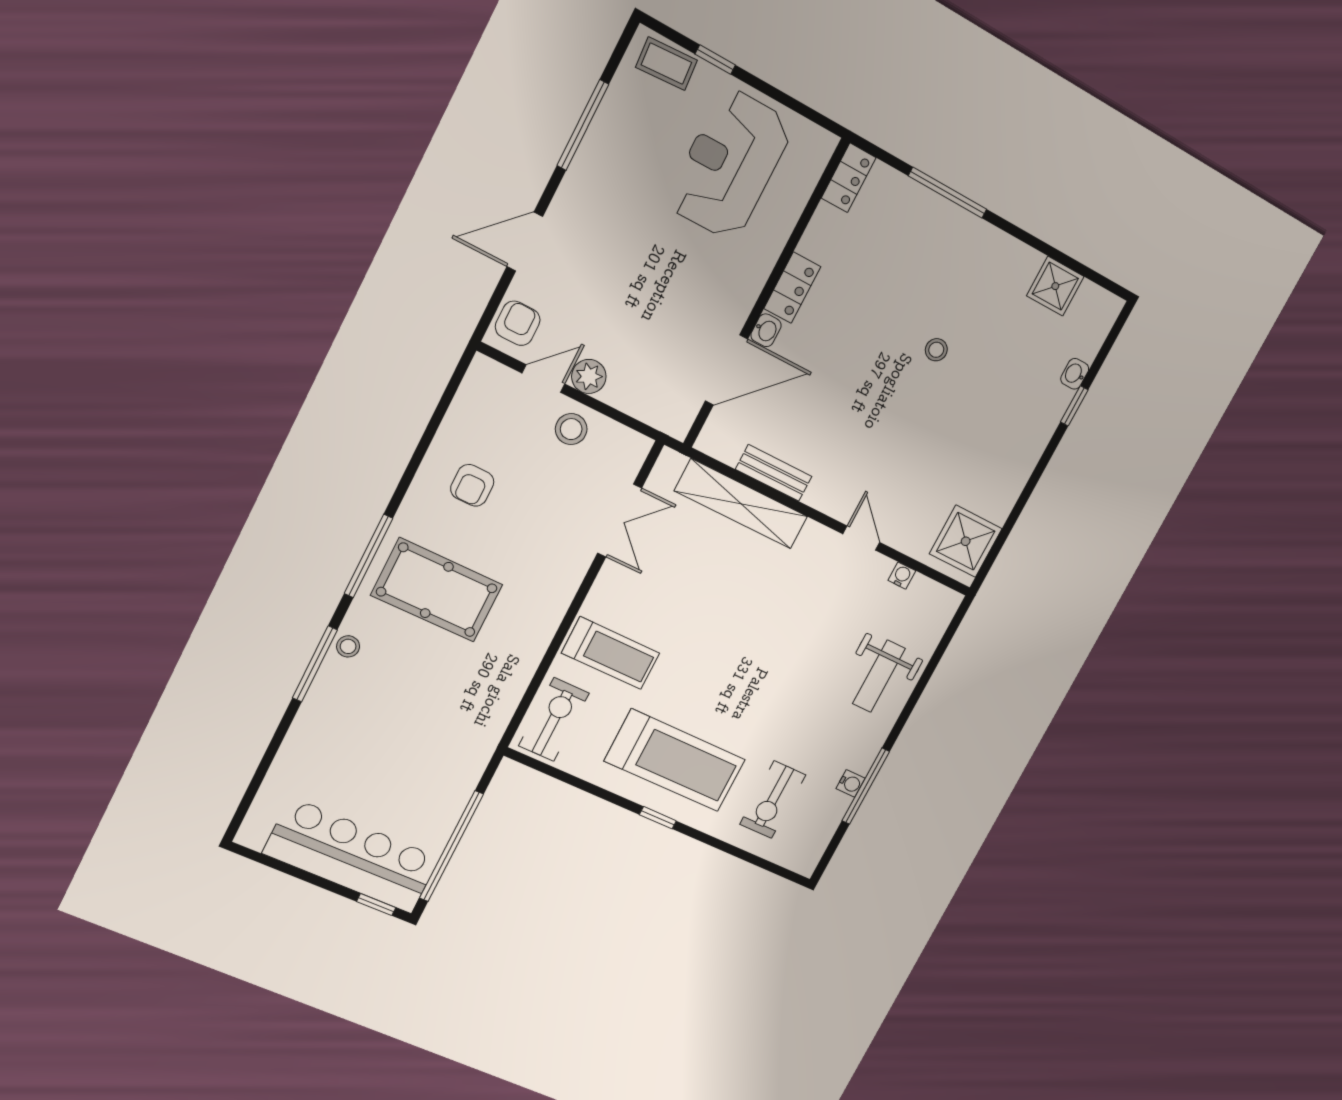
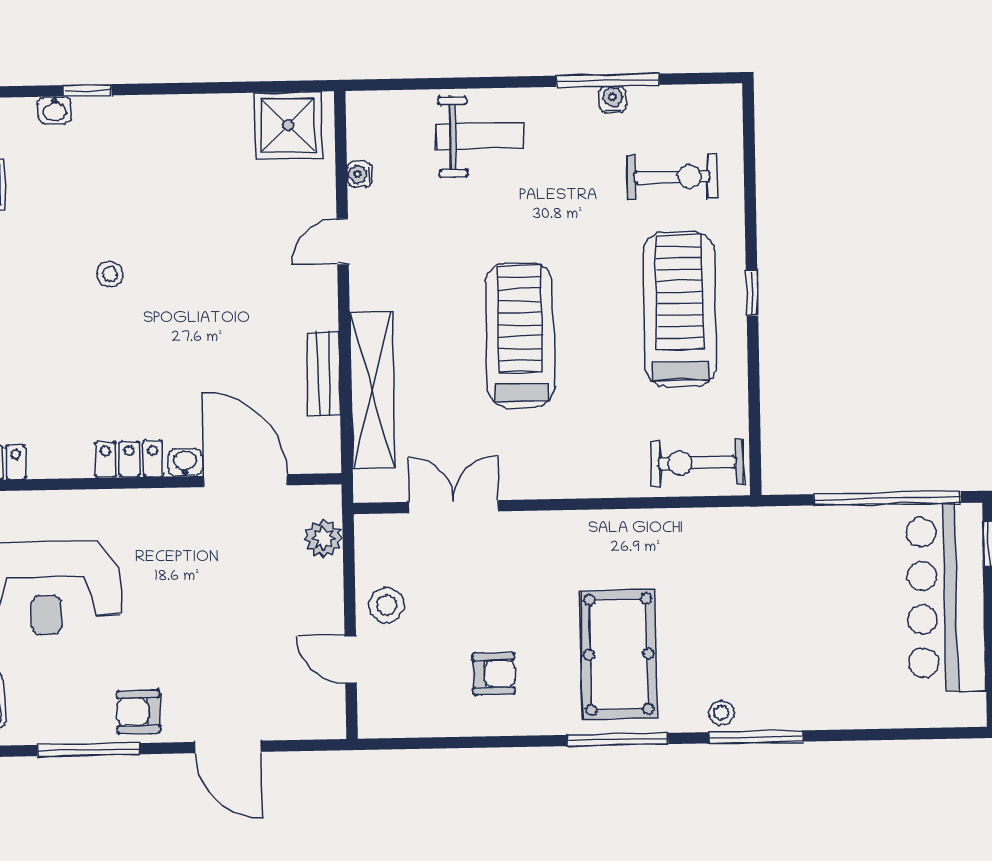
armchair: (518, 323) -> (139, 712), moved
plant: (589, 376) -> (324, 539), moved
treadmill: (611, 653) -> (520, 335), moved, width x1.37, depth x1.38

